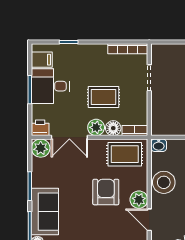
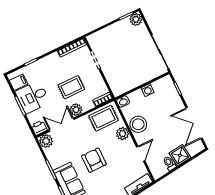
floor lamp: (113, 128) -> (88, 105), removed
double door: (69, 137) -> (62, 125), swing flipped
armchair: (106, 192) -> (94, 160), moved
plant: (139, 200) -> (122, 134), moved
door: (149, 220) -> (141, 154), swing flipped

